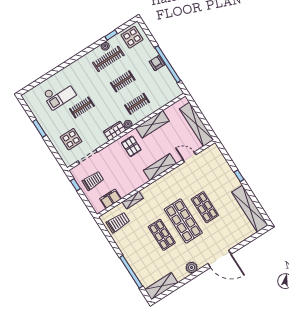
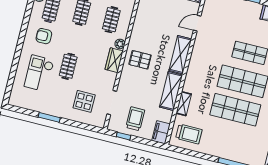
armchair: (85, 74) -> (44, 36), added
checkout: (59, 95) -> (39, 73), turned 180
shelving: (152, 124) -> (171, 91), moved
filing cabinet: (111, 199) -> (161, 132), moved
trolley: (118, 222) -> (189, 134), turned 90
shop shelf: (162, 235) -> (235, 110), width x1.43, depth x1.36

